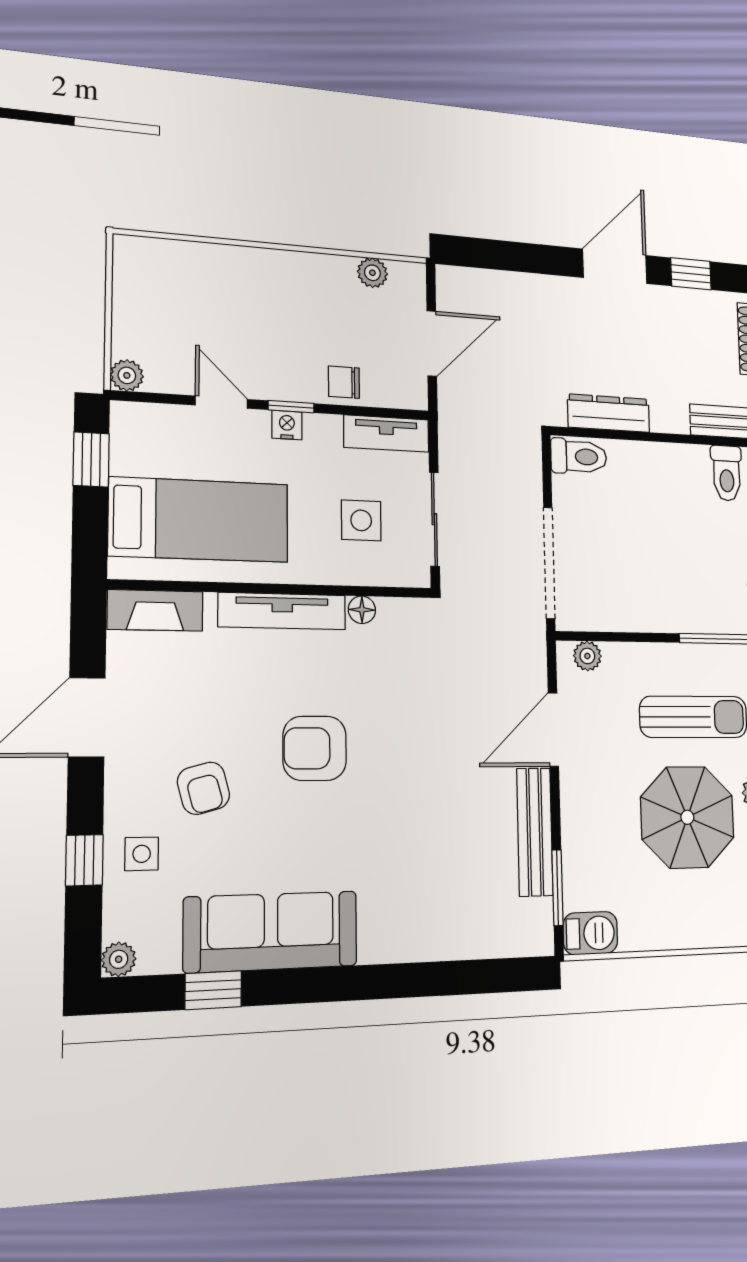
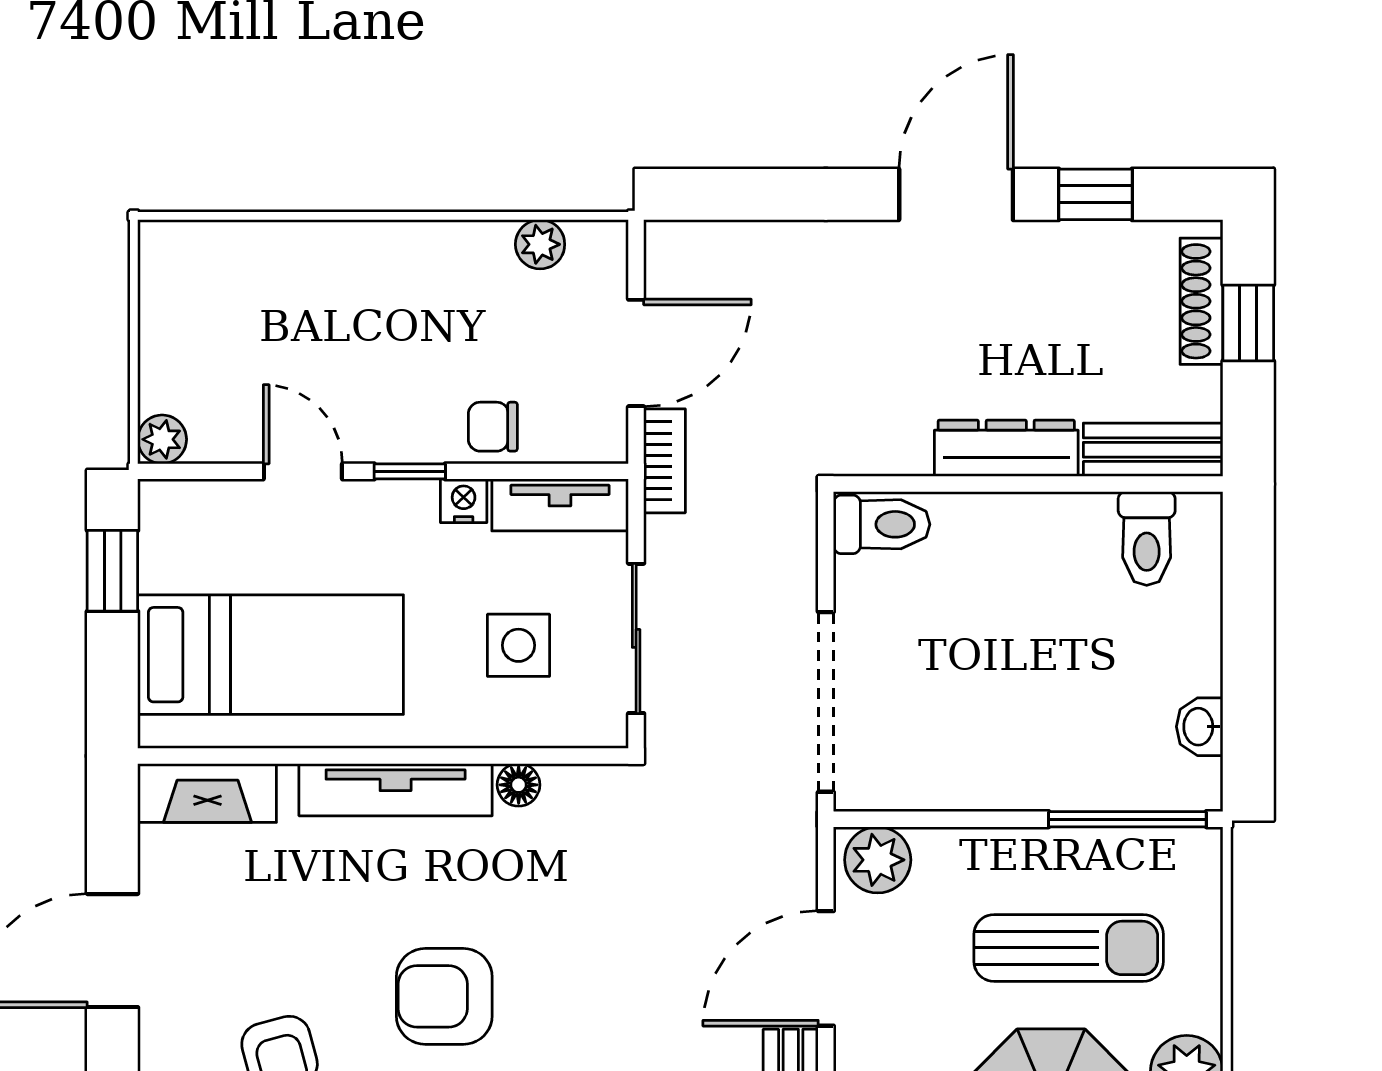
bookcase: (450, 410) -> (664, 461), added
dresser: (609, 413) -> (1006, 448), moved
nightstand: (287, 425) -> (464, 501), moved
plant: (587, 656) -> (878, 860), width x1.38, depth x1.38

